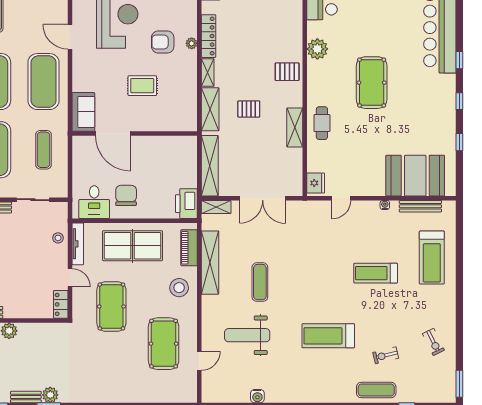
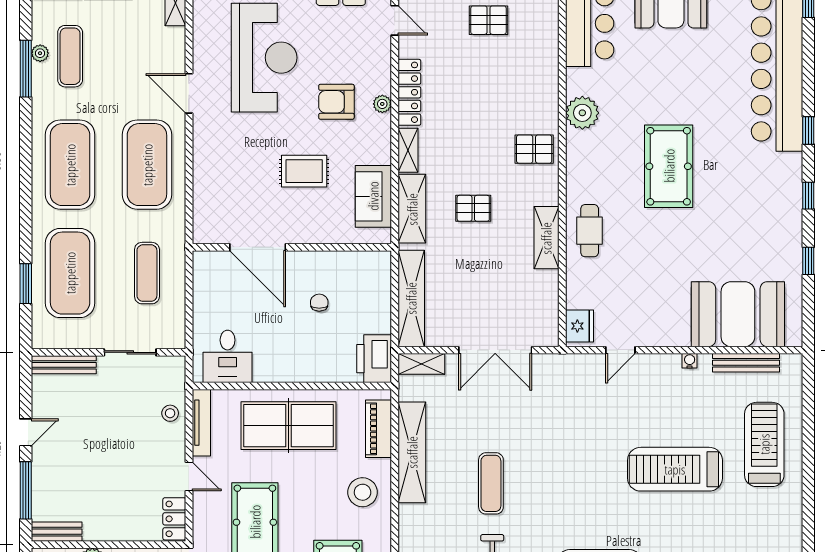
sofa: (83, 112) -> (373, 196), moved, turned 180
chair: (126, 195) -> (319, 303), moved, width x0.54, depth x0.54
treadmill: (432, 258) -> (764, 444), turned 180
treadmill: (376, 273) -> (675, 469), width x1.37, depth x1.38

